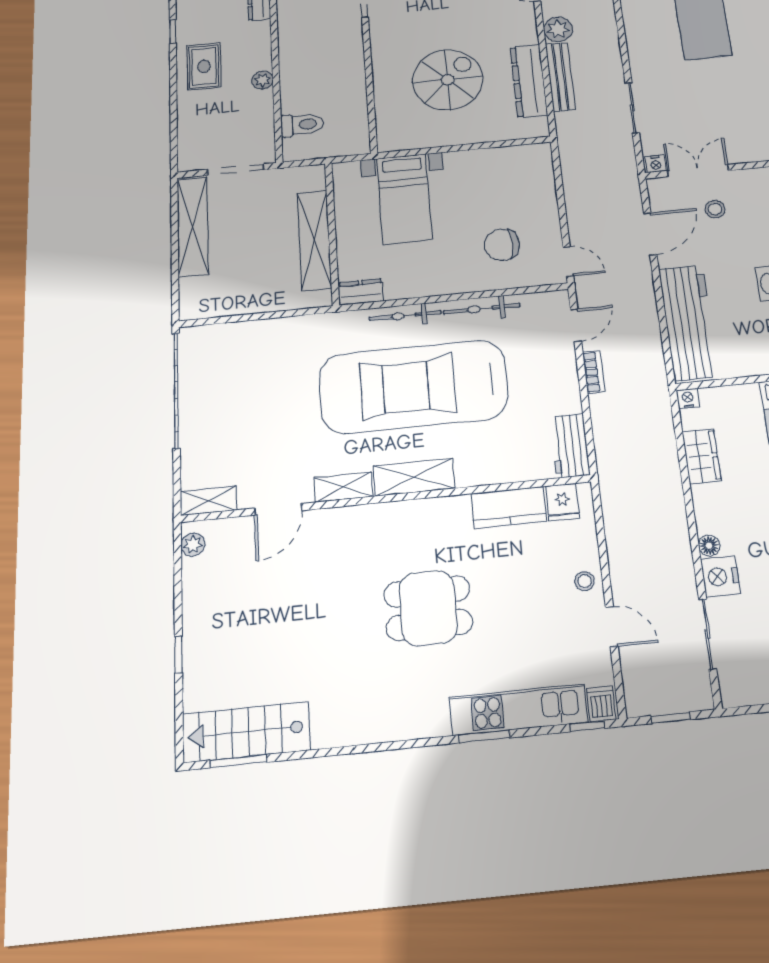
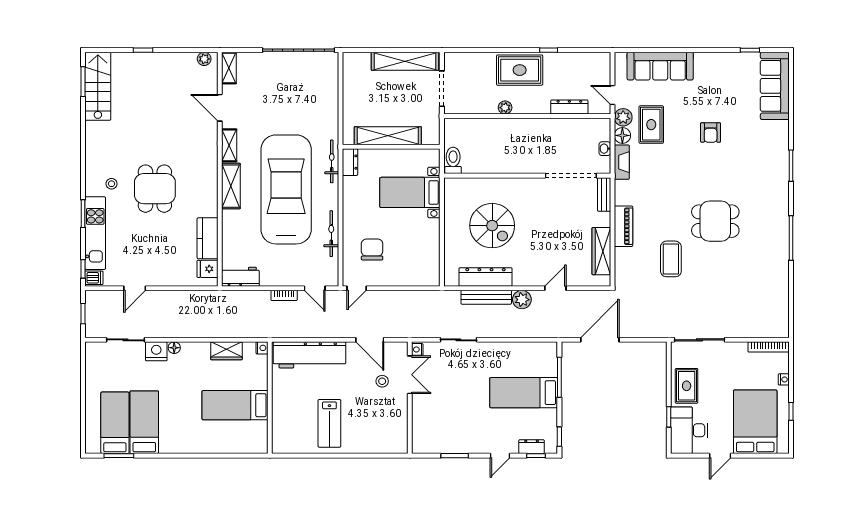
rug: (204, 66) -> (520, 70), width x1.36, depth x1.43
toilet: (302, 125) -> (453, 160), moved, turned 180
bicycle: (405, 316) -> (332, 161), moved
stool: (584, 581) -> (112, 184), moved

